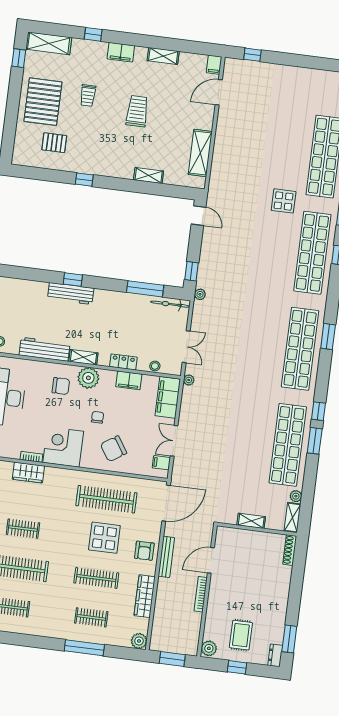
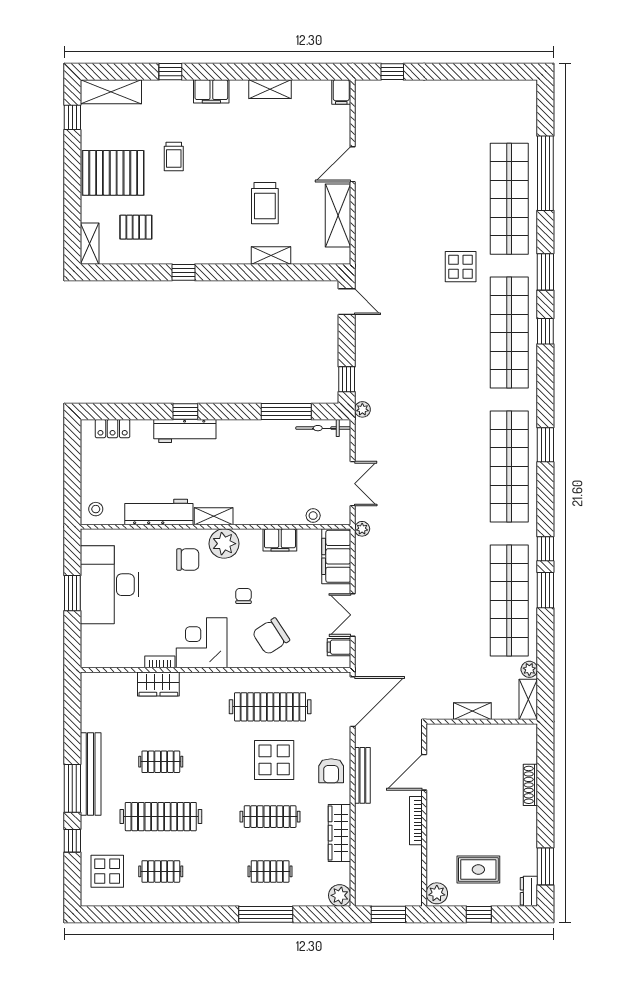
door: (219, 92) -> (353, 164), moved
pallet: (43, 102) -> (113, 173), turned 90
trolley: (137, 111) -> (265, 203), moved, turned 180
shelving: (19, 150) -> (90, 244), added
locker: (123, 362) -> (113, 429), moved, turned 180
shoe rack: (290, 550) -> (530, 785), moved
rug: (241, 635) -> (478, 870), turned 90

